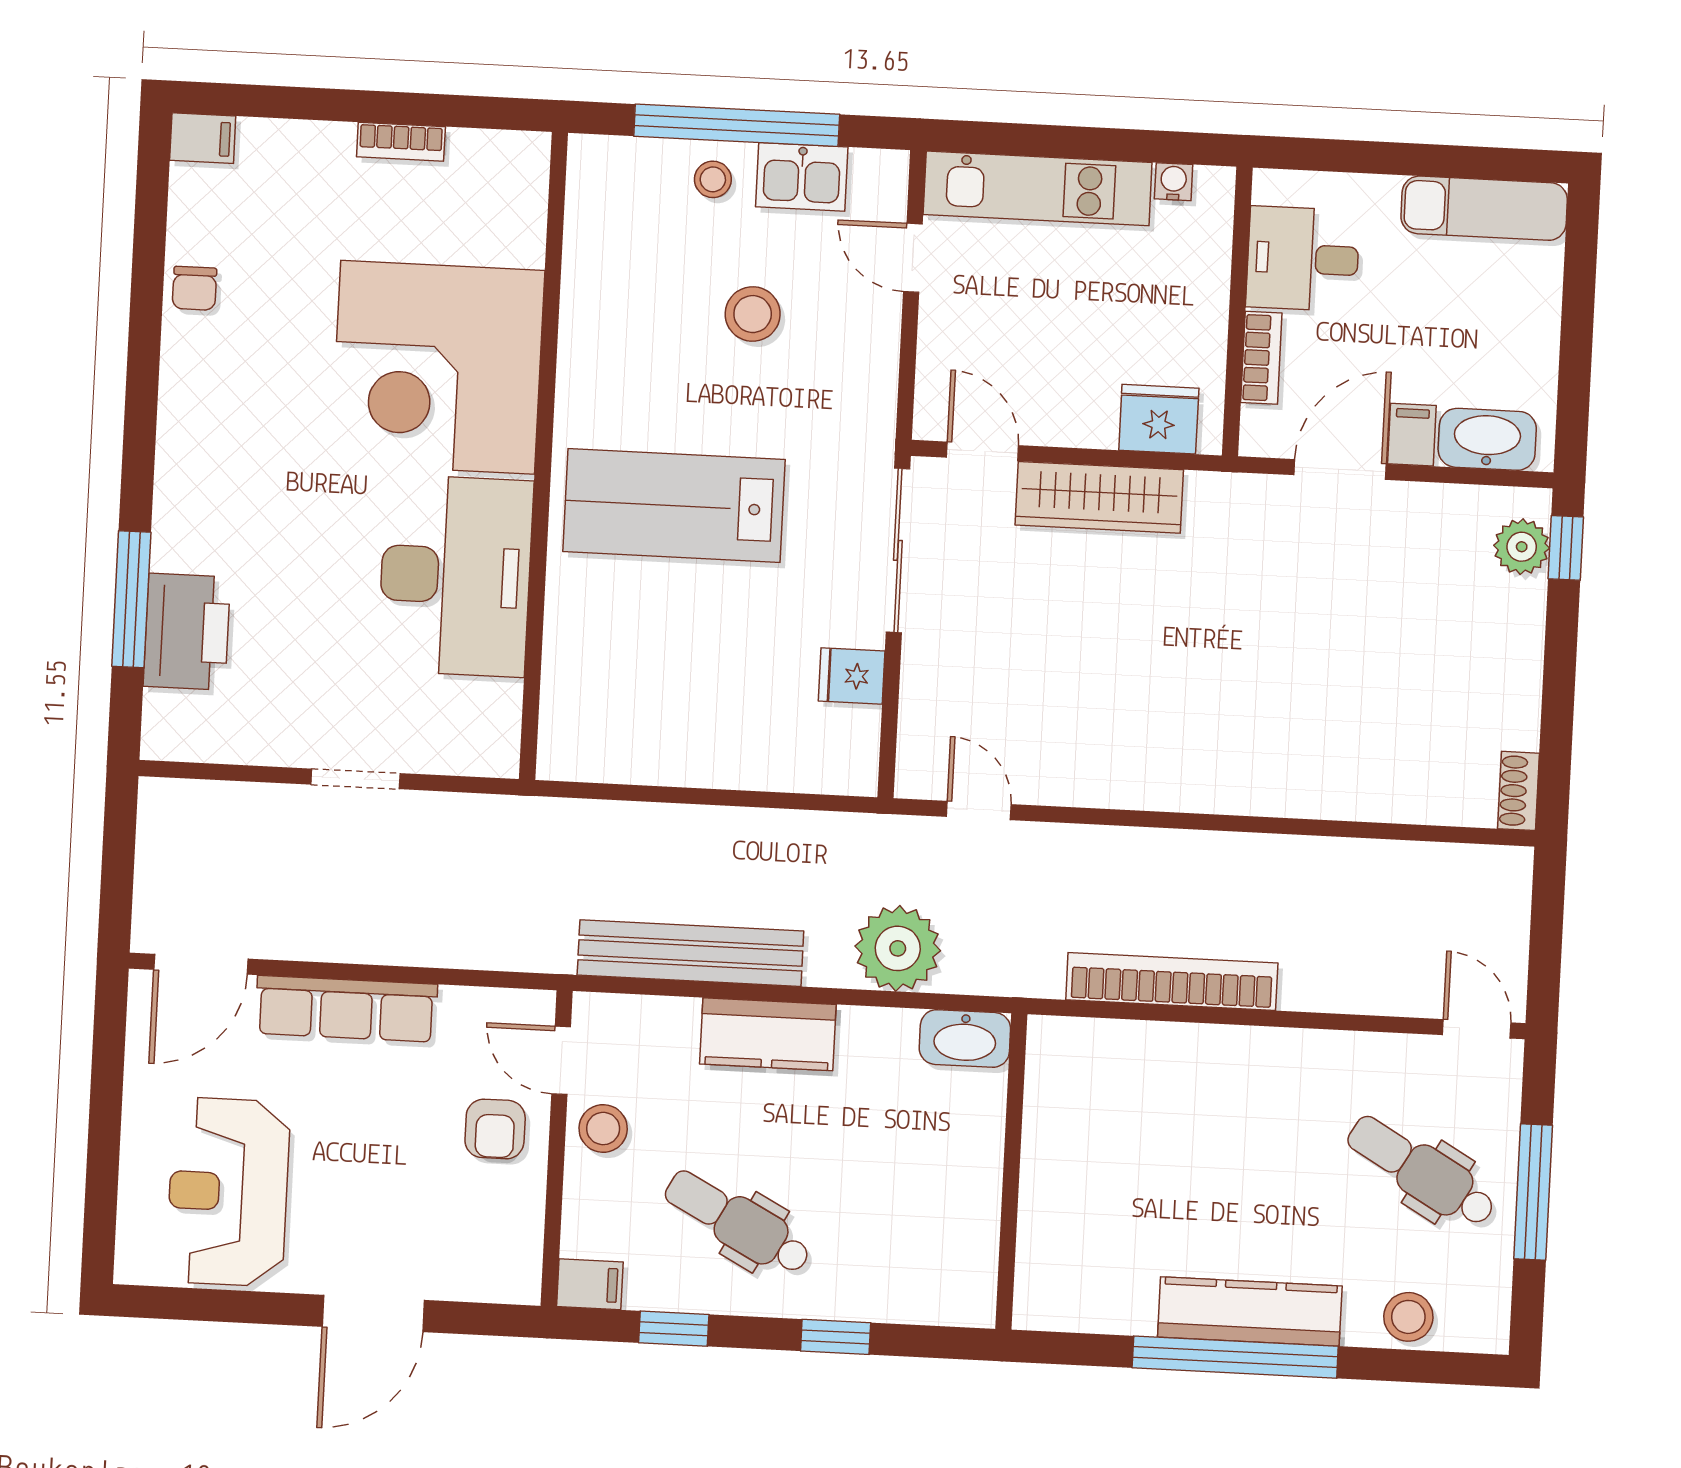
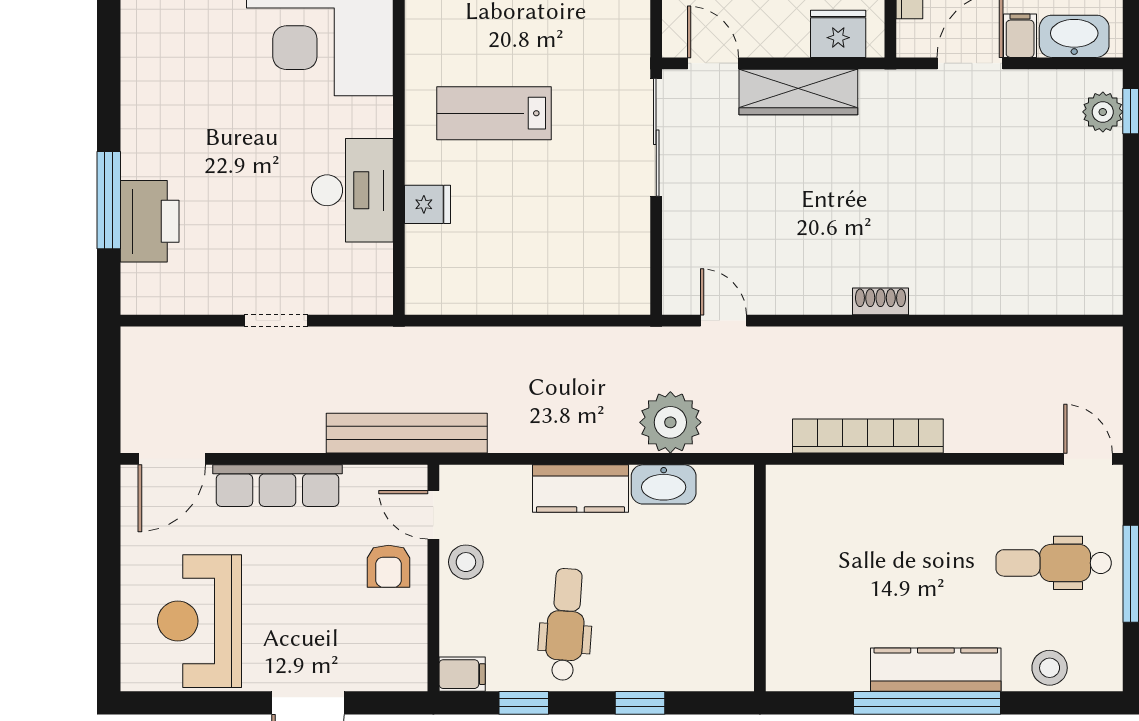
lab bench: (674, 506) -> (494, 113), width x0.73, depth x0.72
desk: (455, 576) -> (352, 190), width x0.73, depth x0.77
fridge: (852, 676) -> (427, 204), moved, turned 180
shoe rack: (1518, 791) -> (880, 301), moved, turned 90
bench: (690, 953) -> (407, 433), moved
washbasin: (965, 1038) -> (664, 484), moved
dental chair: (1421, 1171) -> (1054, 563), turned -30
dental chair: (738, 1222) -> (566, 624), turned 66

